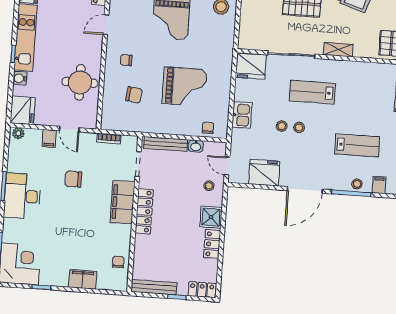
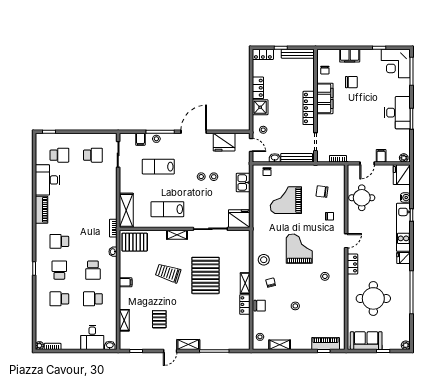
lab bench: (312, 92) -> (167, 209), moved, turned 180
door: (69, 129) -> (367, 163), swing flipped
chair: (73, 179) -> (351, 82), moved
filing cabinet: (123, 202) -> (325, 98), moved

